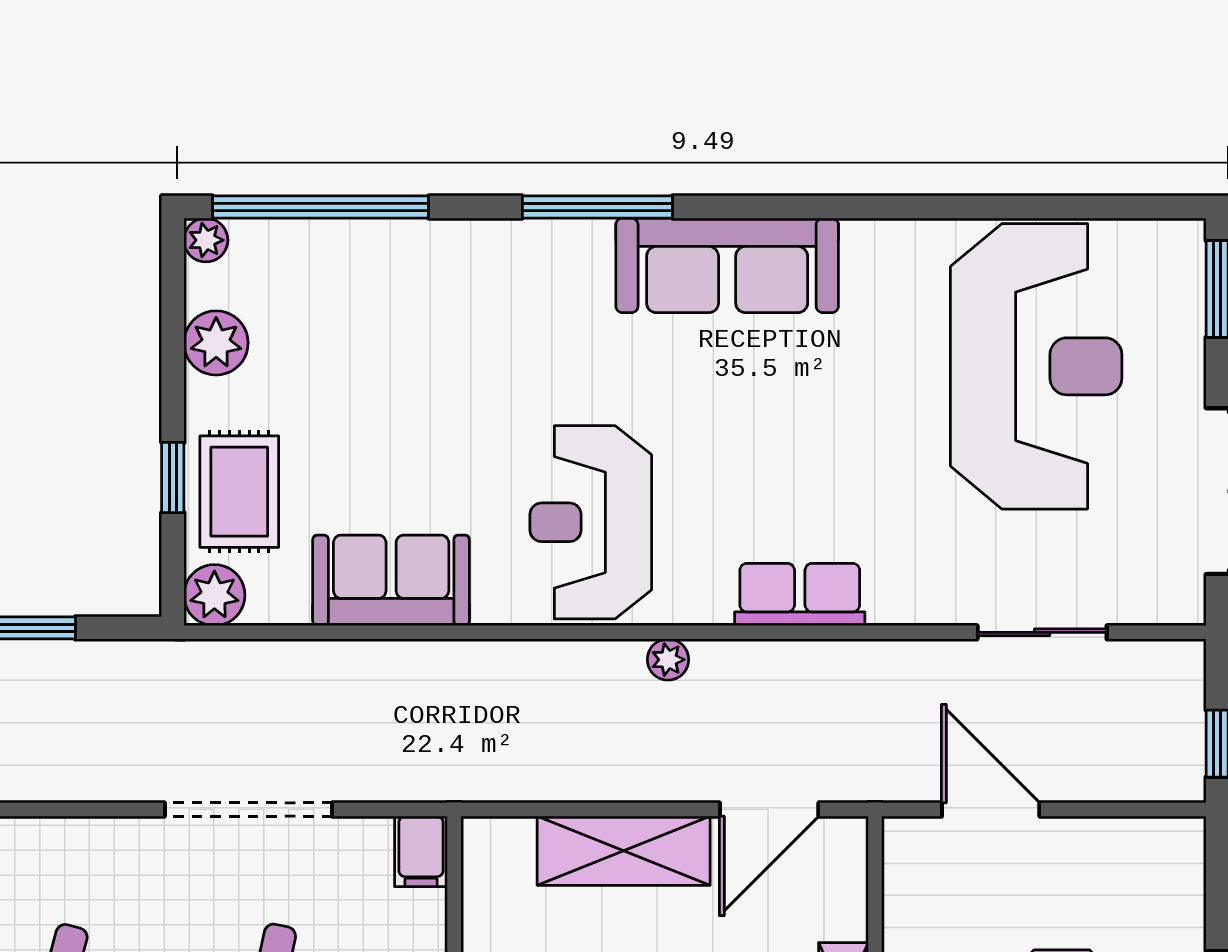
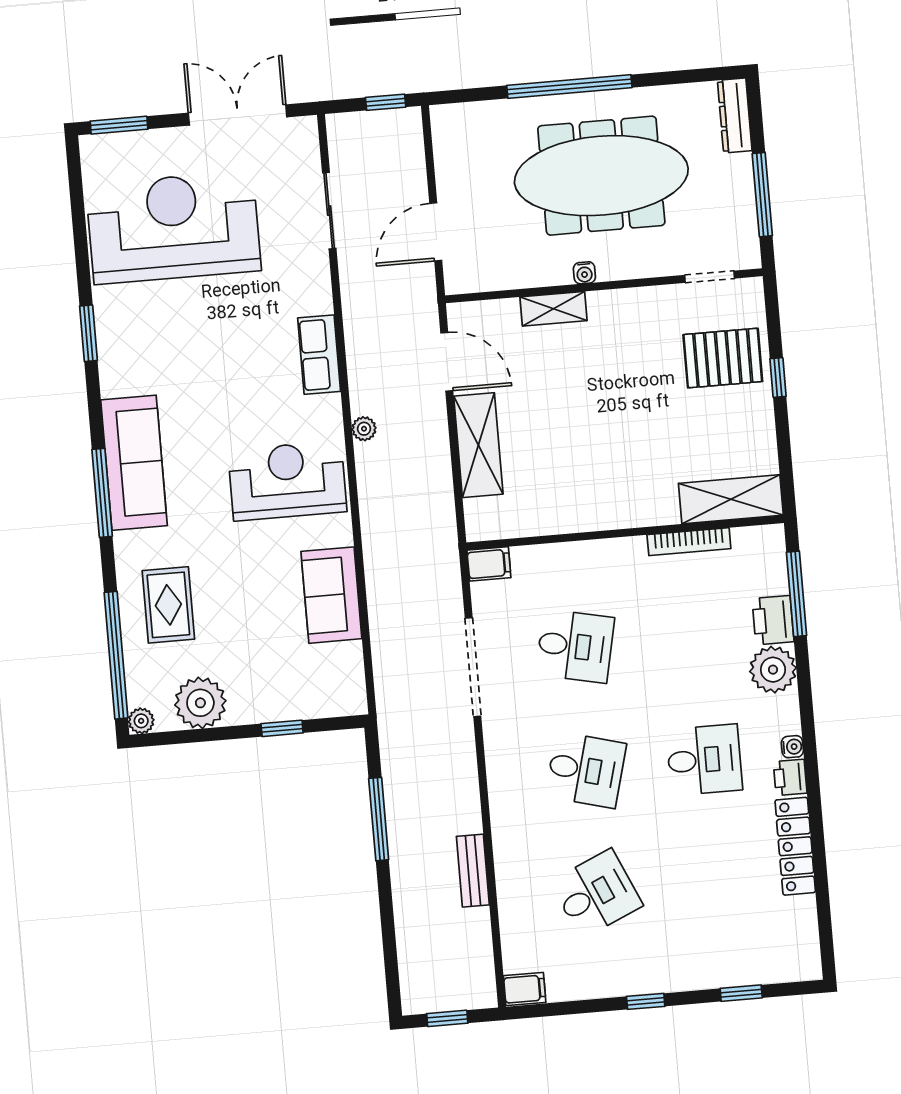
window: (869, 207) -> (88, 333), added
sofa: (727, 265) -> (134, 463), moved
plant: (216, 343) -> (200, 703), width x1.36, depth x1.36
rug: (239, 492) -> (168, 605), moved, turned 90
reception desk: (591, 522) -> (287, 481), turned 180
plant: (214, 595) -> (349, 698), removed

